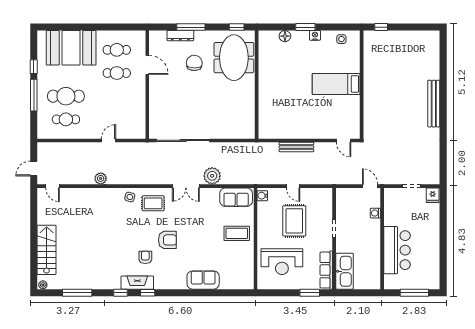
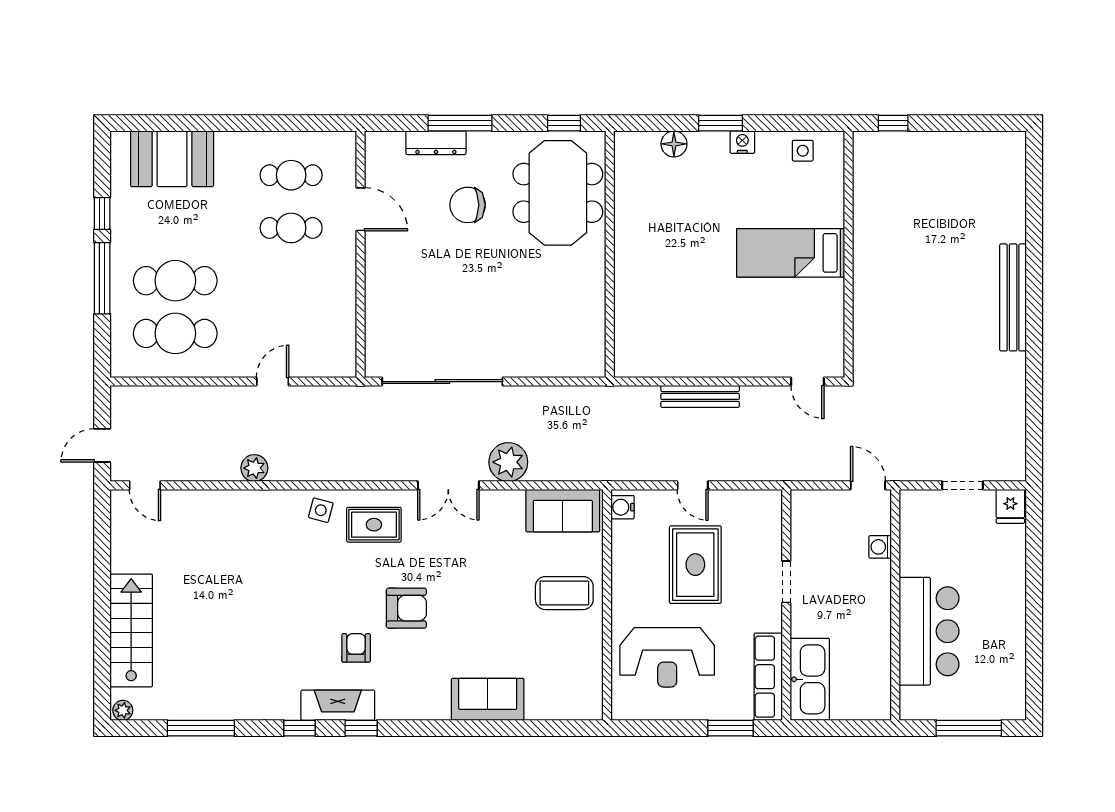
booth: (71, 48) -> (172, 159), width x0.73, depth x0.70
chair: (194, 63) -> (468, 205), turned -91
cafe table: (66, 119) -> (175, 333), width x1.37, depth x1.35

